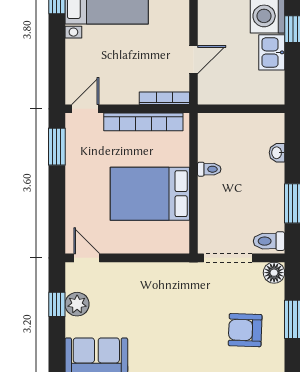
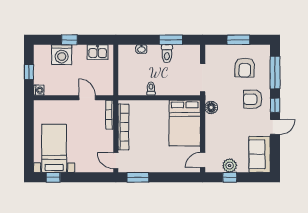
kitchen sink: (272, 52) -> (98, 52), moved
bed: (150, 194) -> (185, 123), moved
toilet: (269, 241) -> (167, 54), moved
floor lamp: (274, 273) -> (211, 107), moved
armchair: (191, 344) -> (253, 99), added

